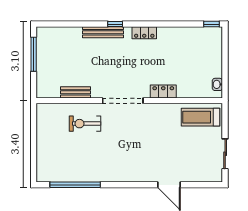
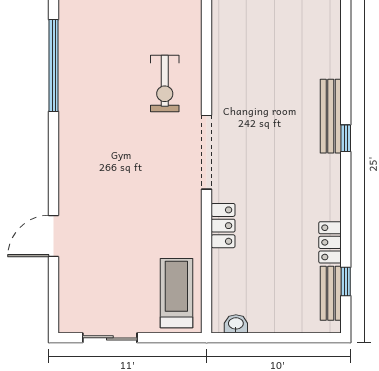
window: (211, 24) -> (346, 281), moved
locker: (144, 33) -> (330, 242), moved
bench: (76, 92) -> (331, 293), moved
exercise bike: (85, 124) -> (165, 84), turned 180

